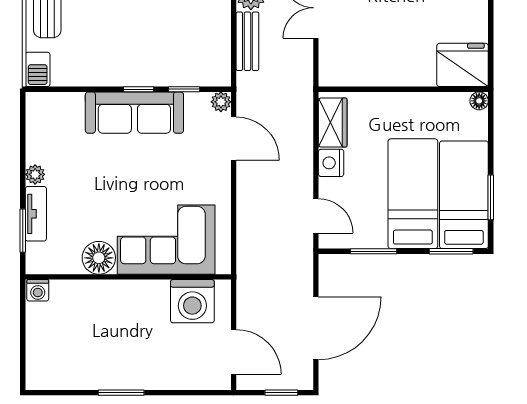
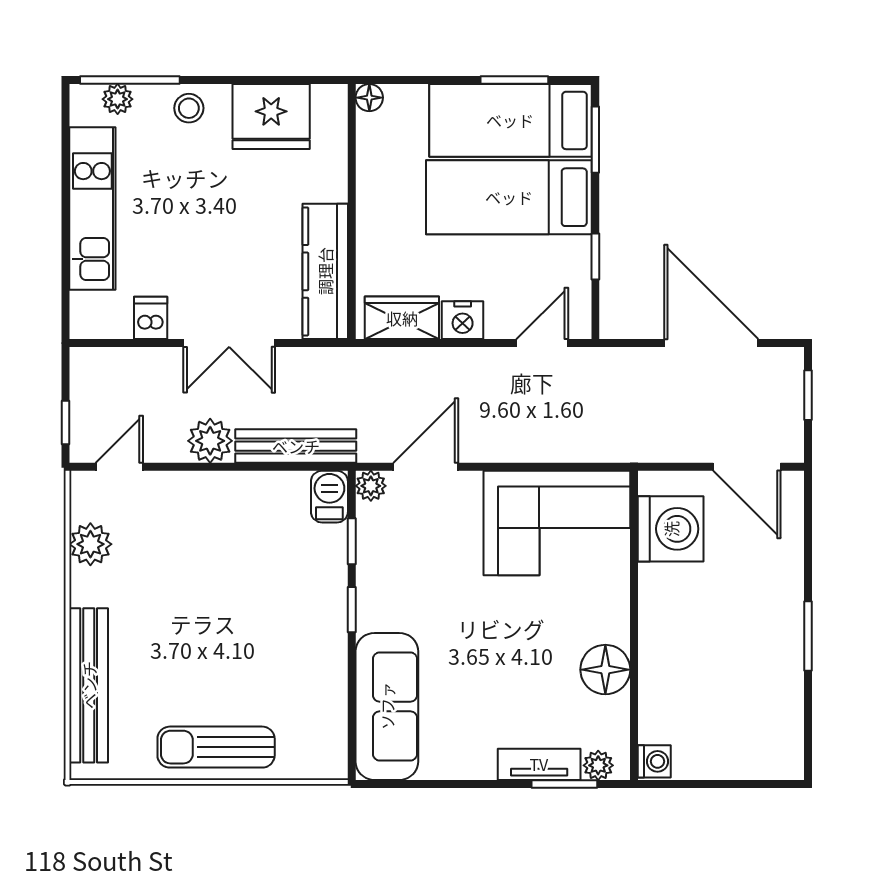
bench: (247, 41) -> (296, 446), width x1.36
fridge: (463, 65) -> (271, 117), moved, turned -90
barbecue: (38, 69) -> (329, 497), moved, turned -90
kitchen counter: (364, 72) -> (325, 271), added
sofa: (134, 113) -> (387, 706), moved
plant: (35, 174) -> (598, 765), moved
corner sofa: (166, 240) -> (557, 523), moved, turned -90
window: (373, 251) -> (595, 256), width x0.67
door: (234, 352) -> (747, 467), swing flipped

